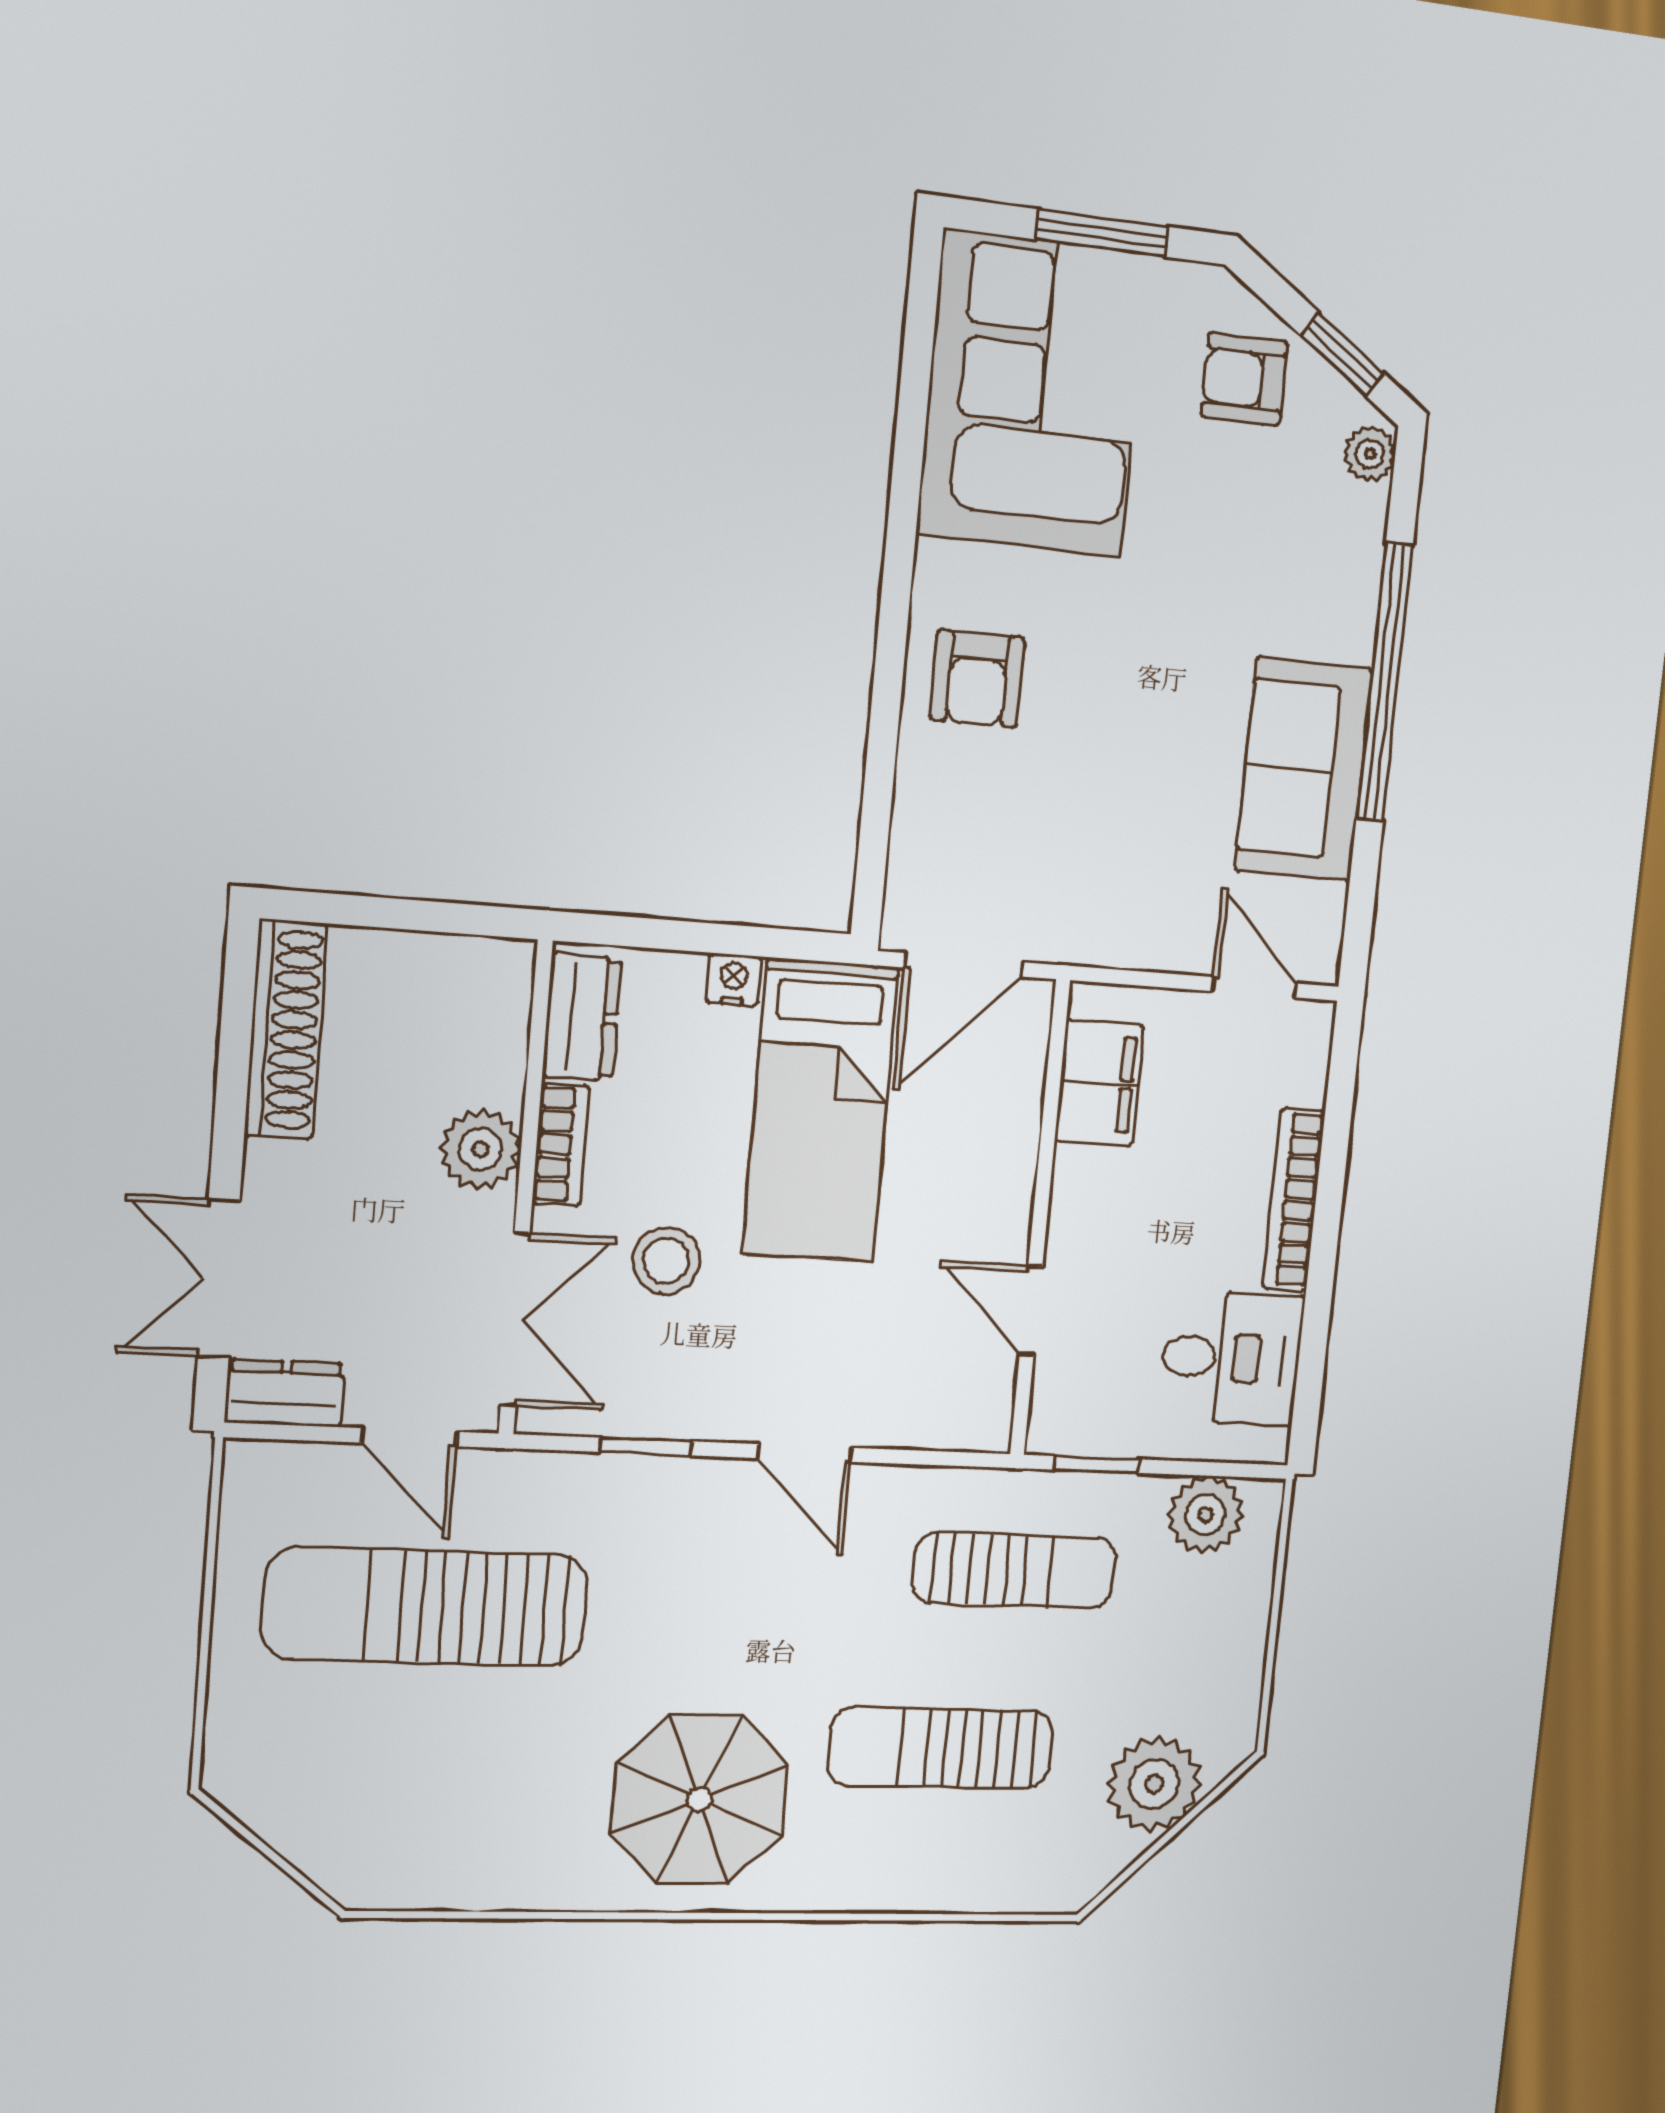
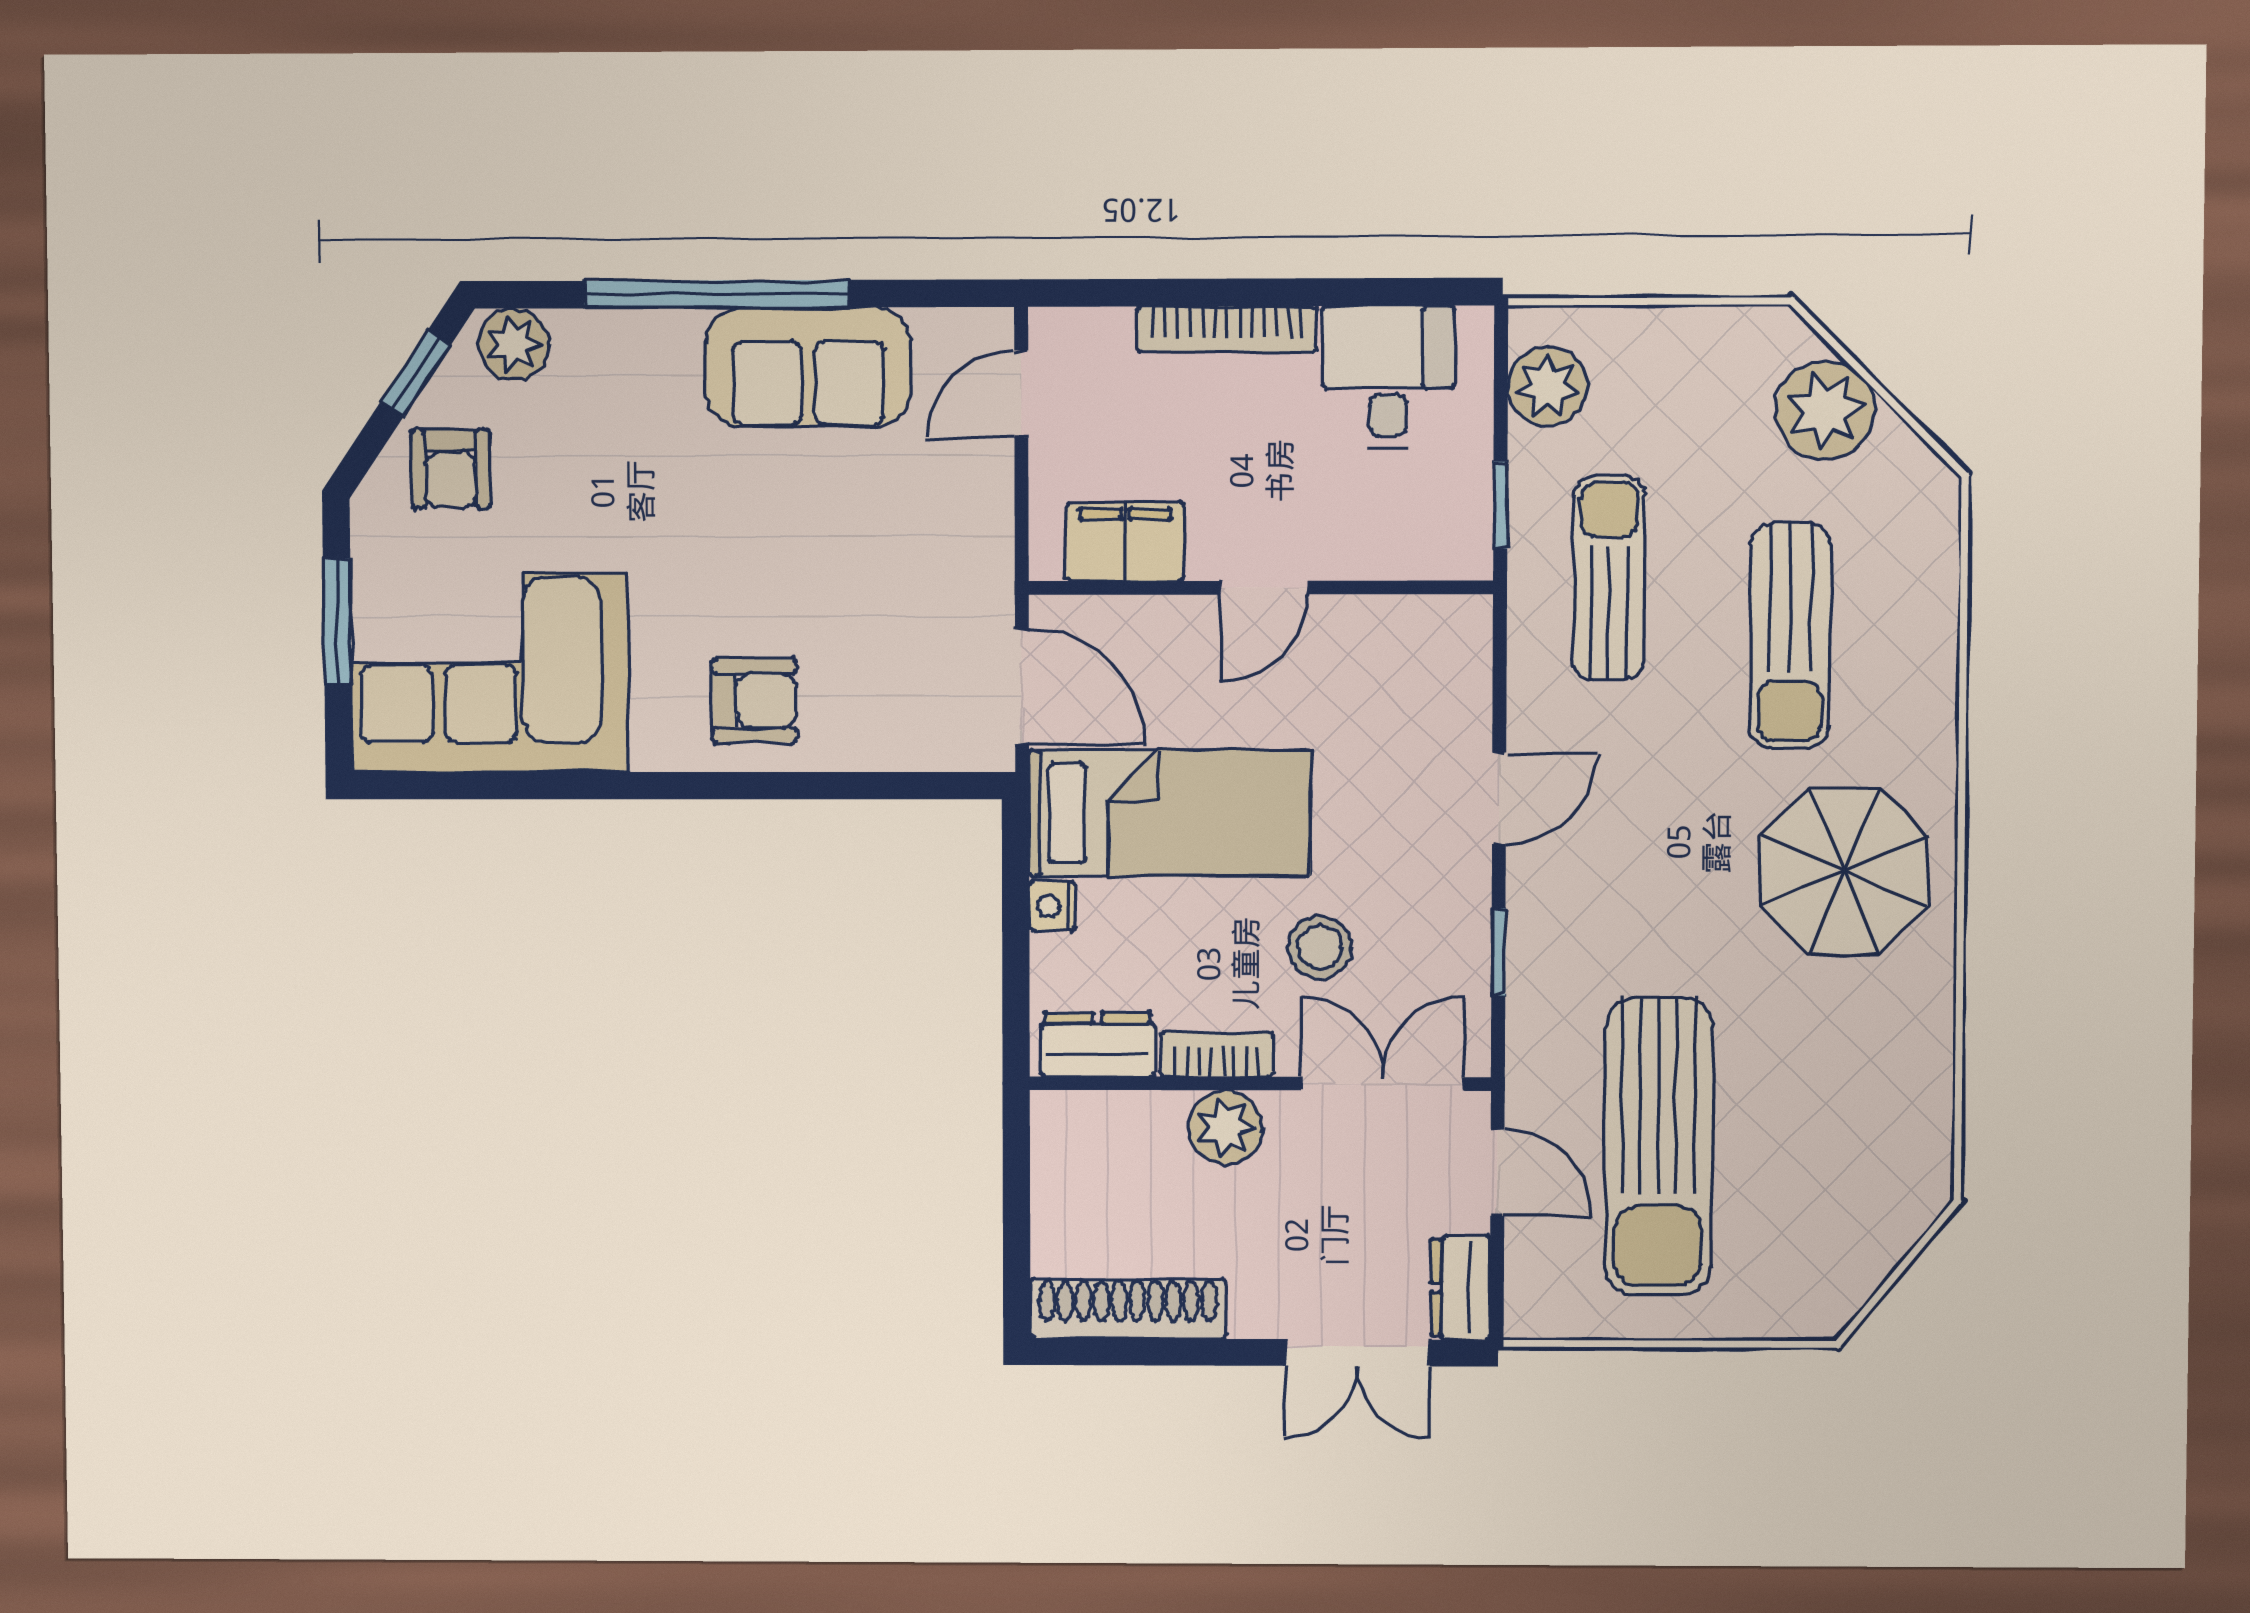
plant: (1370, 454) -> (514, 344), width x1.38, depth x1.38
door: (1031, 1310) -> (1264, 588), moved
door: (409, 1437) -> (1497, 1173), hinge flipped

